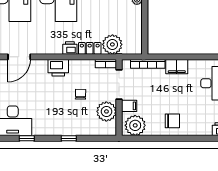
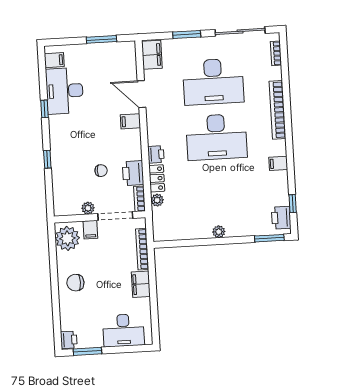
plant: (112, 44) -> (157, 200), width x0.53, depth x0.53
filing cabinet: (41, 67) -> (130, 121), added
printer: (58, 68) -> (133, 173), moved
plant: (106, 111) -> (88, 208), width x0.53, depth x0.53
chair: (172, 121) -> (75, 283), turned 90

